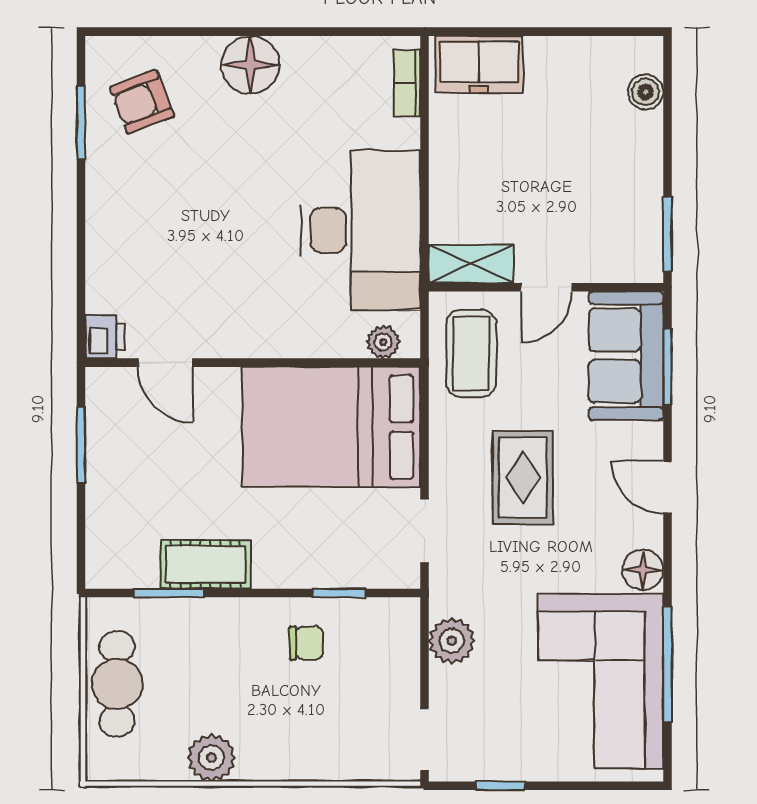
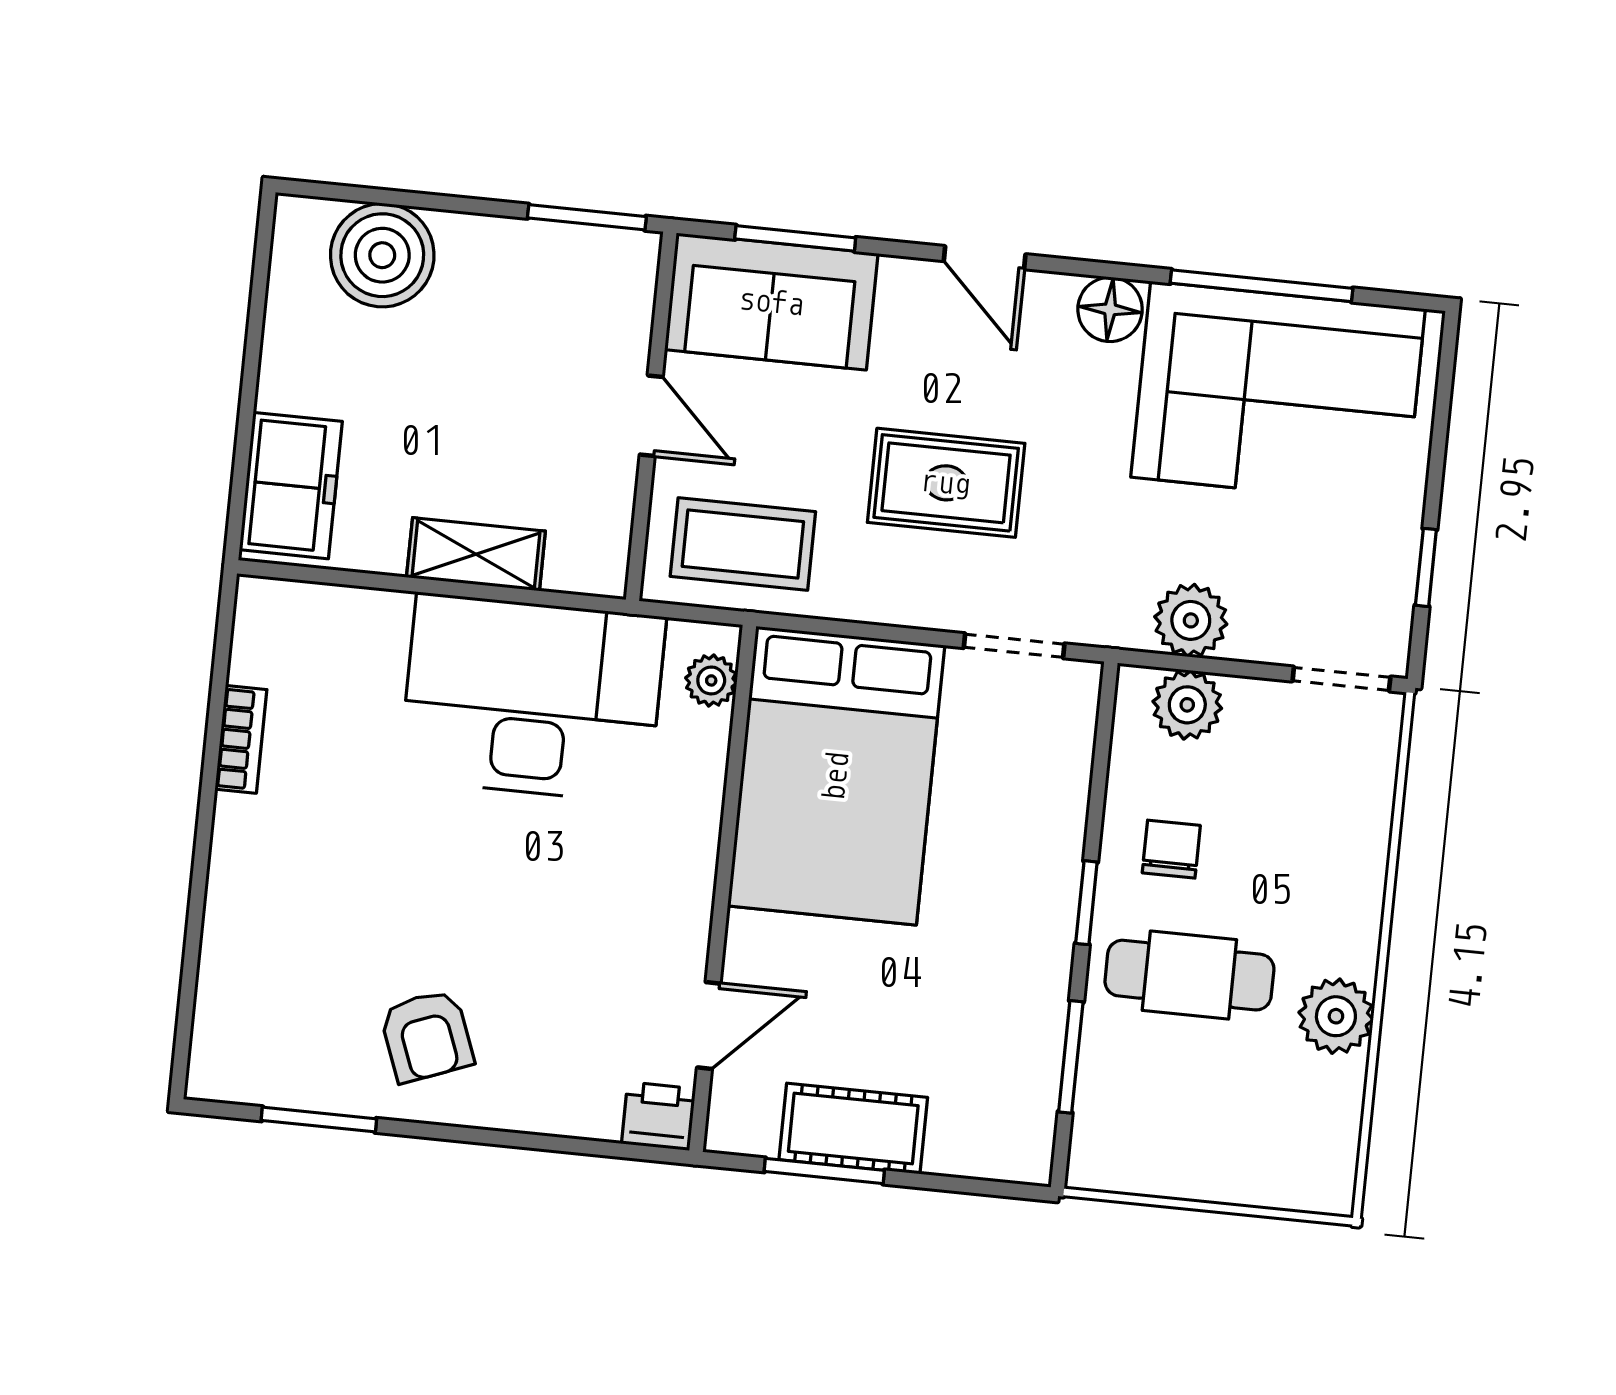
floor lamp: (250, 65) -> (255, 844), removed
bookcase: (407, 83) -> (241, 739), moved, turned -90
boiler: (646, 92) -> (382, 255), width x1.86, depth x1.86
armchair: (142, 102) -> (427, 1036), moved
shelving: (471, 264) -> (476, 554), moved, turned 90
door: (667, 487) -> (985, 258), hinge flipped
cot: (206, 564) -> (853, 1129), moved, turned 90
window: (339, 593) -> (1086, 903), moved
plant: (398, 644) -> (1187, 705), added
cafe table: (117, 684) -> (1189, 975), moved

